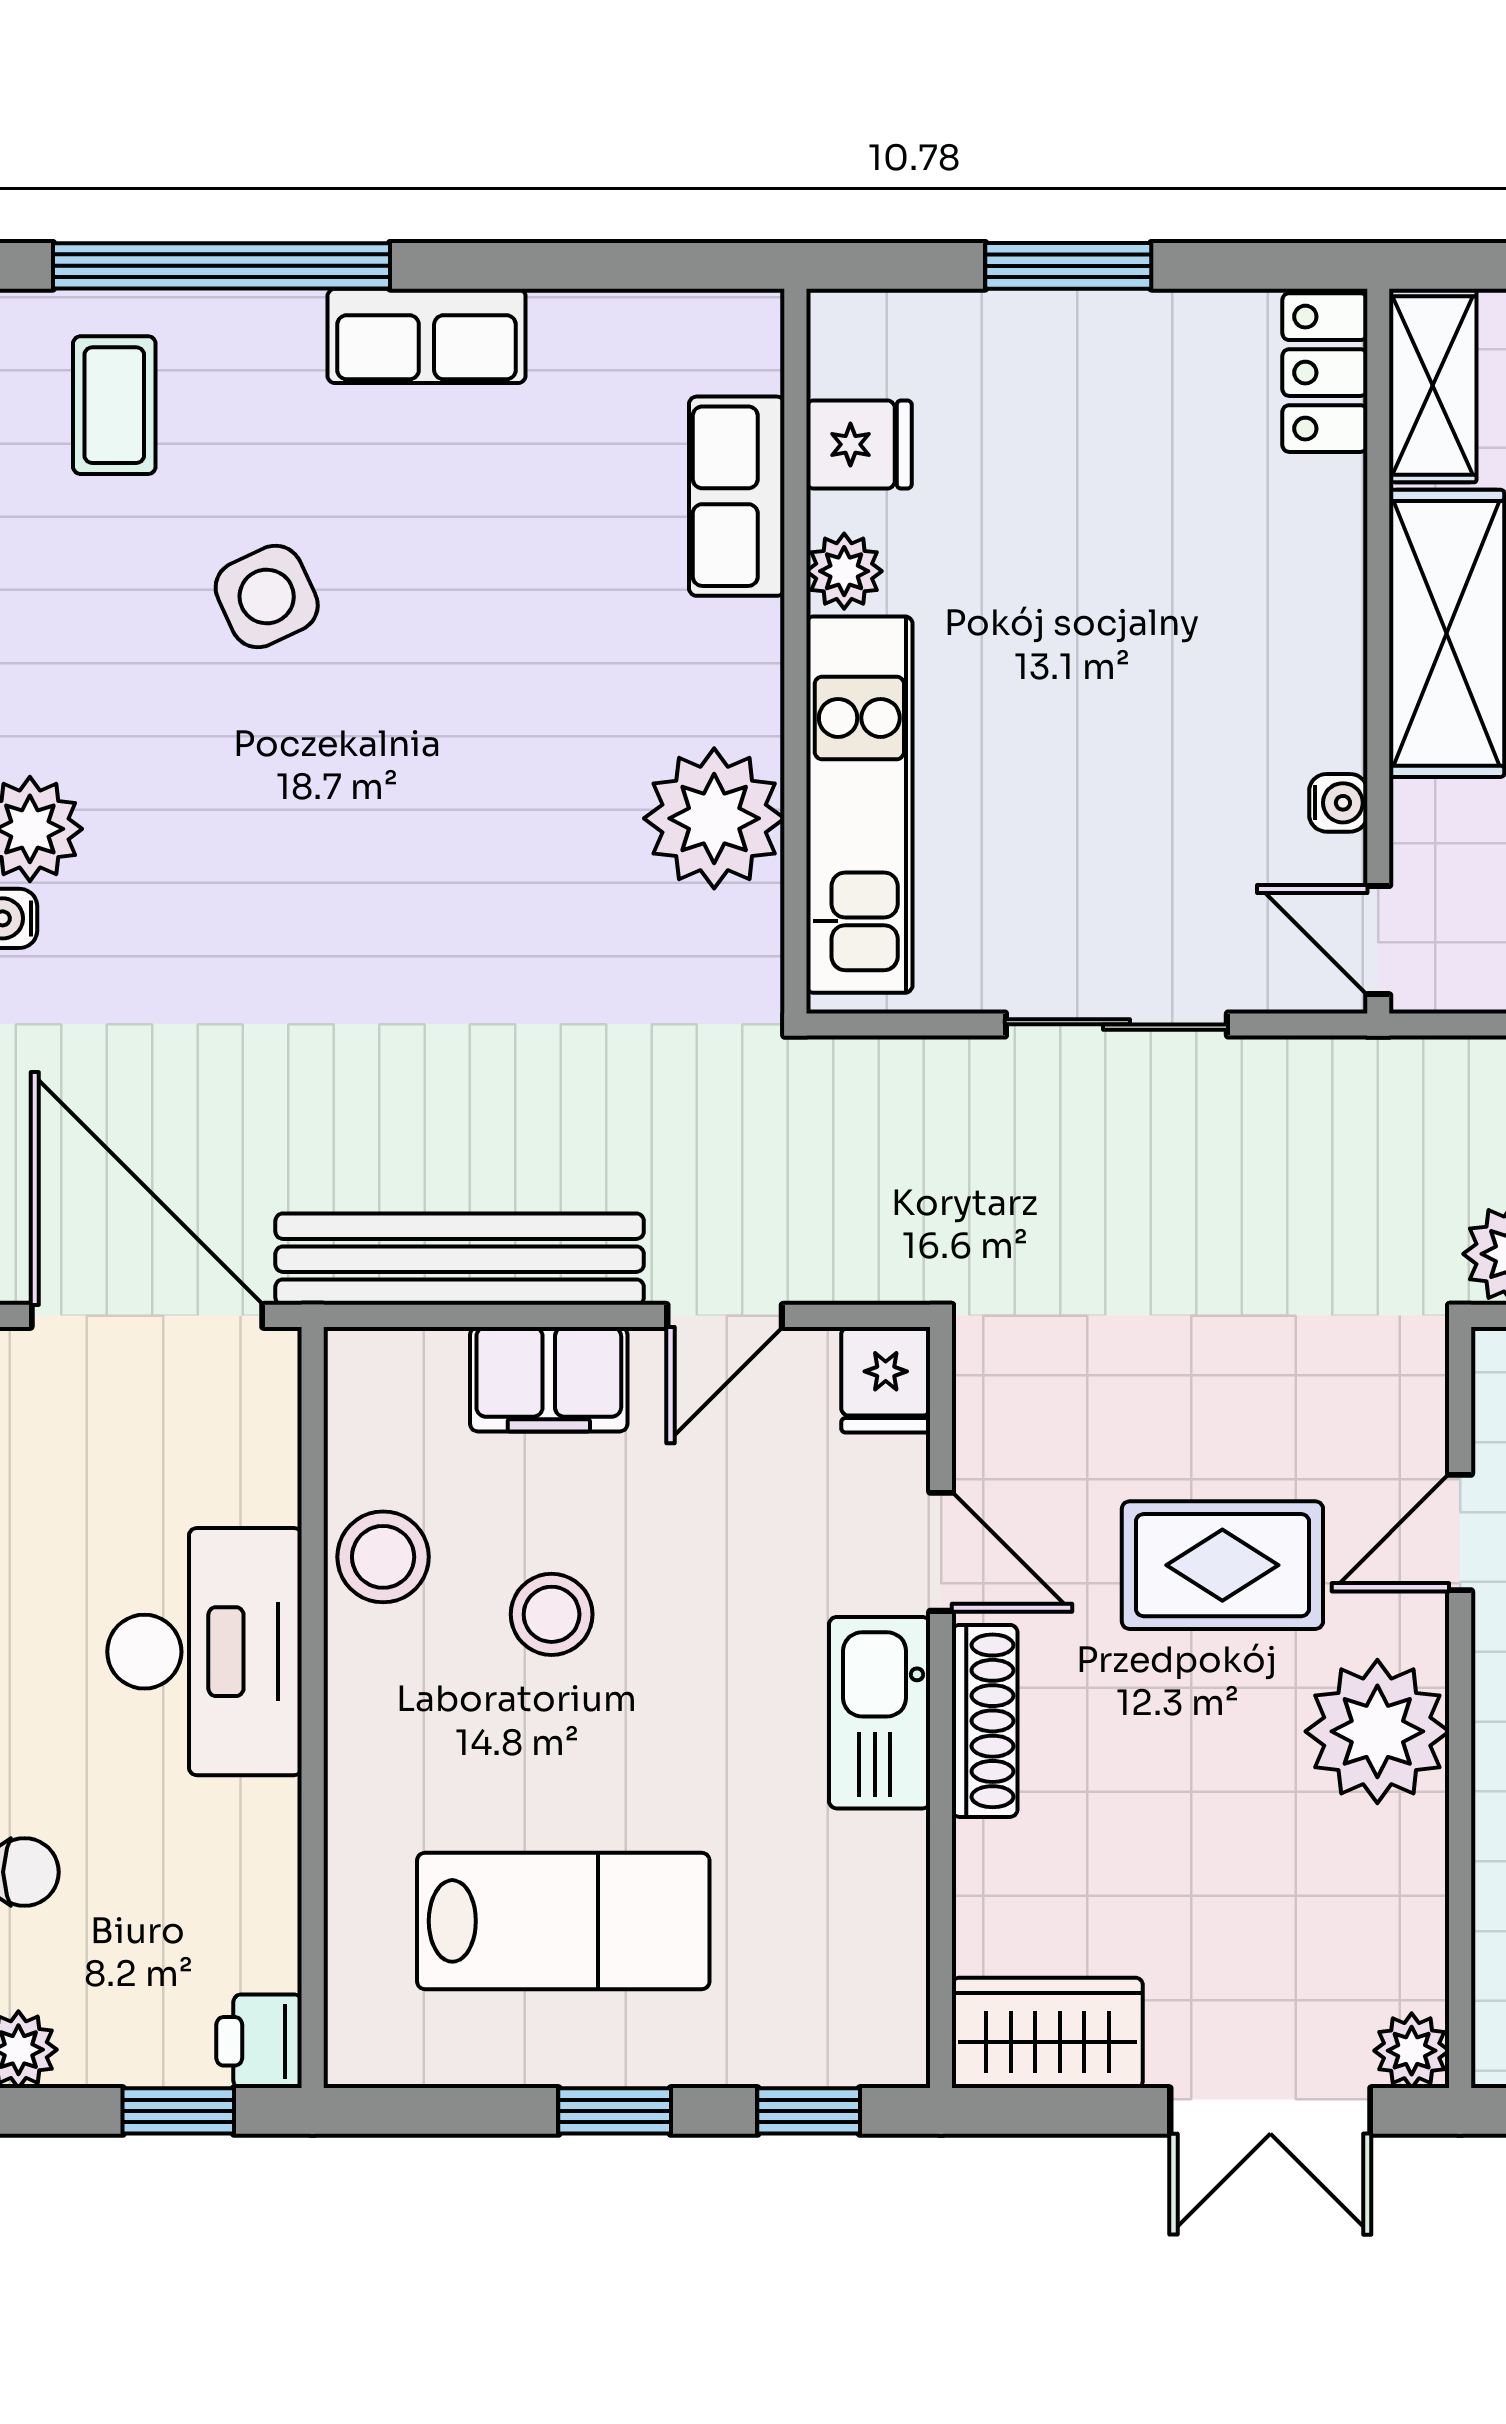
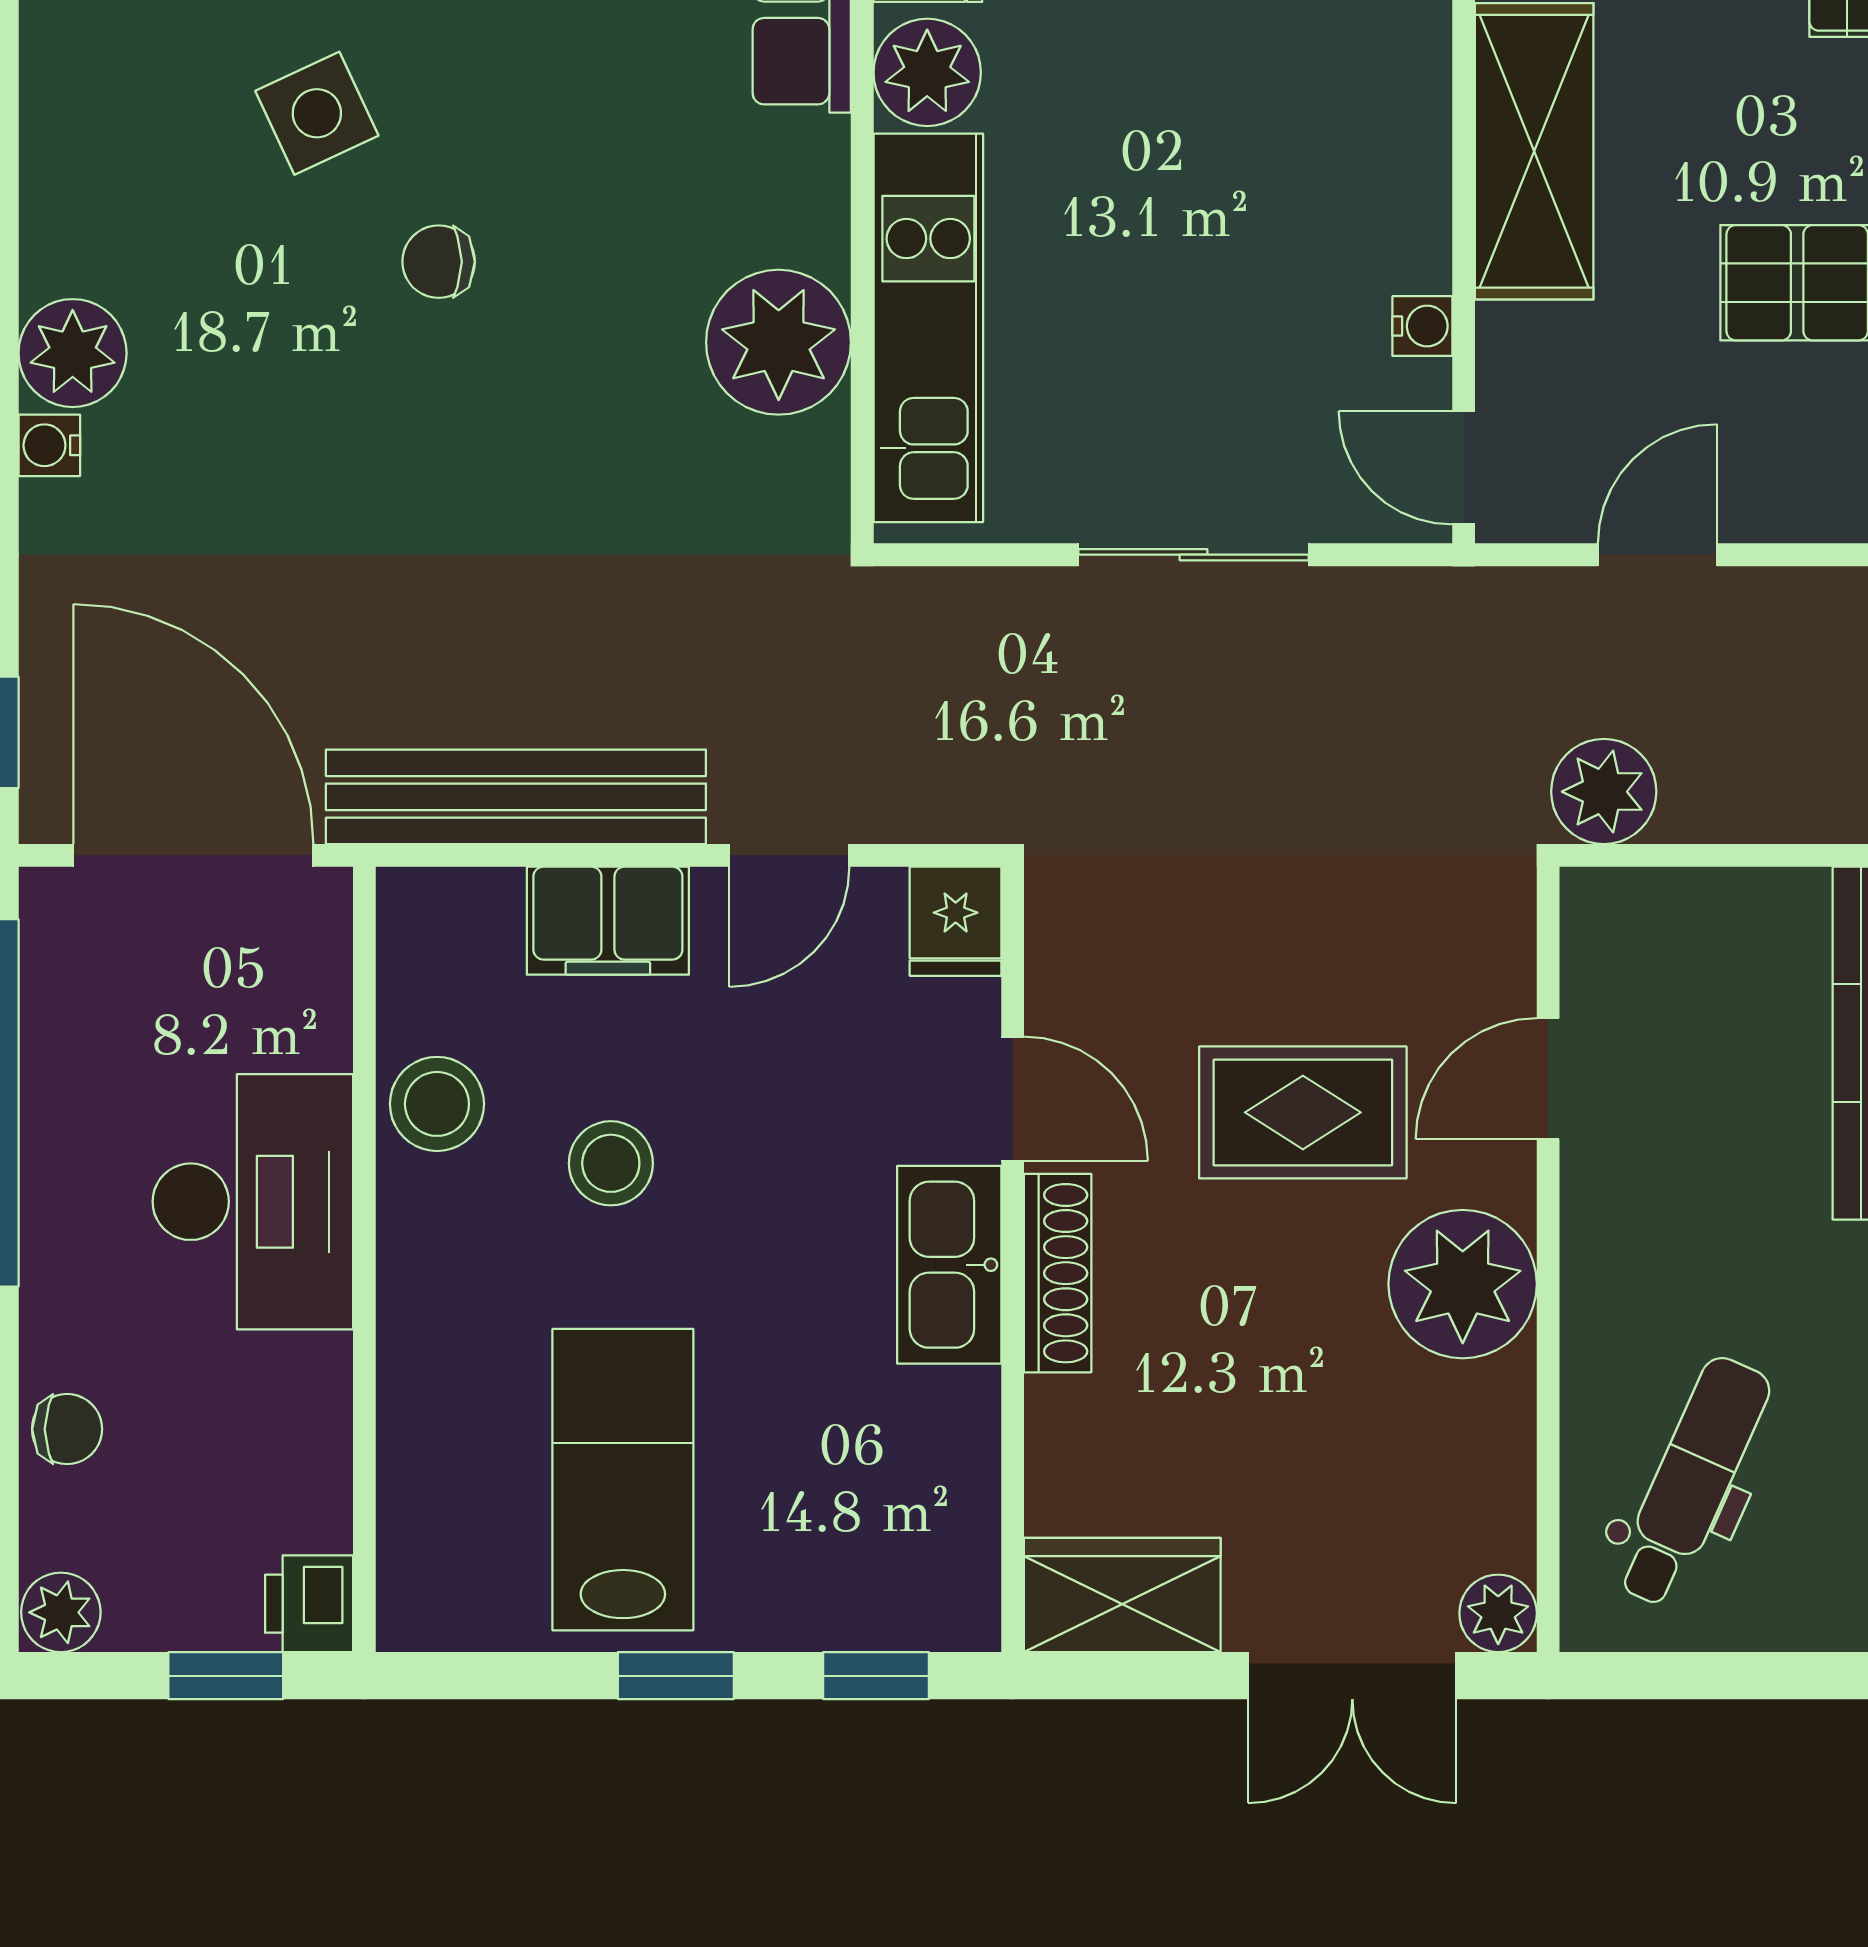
plant: (844, 571) -> (927, 72), width x1.38, depth x1.38
chair: (385, 740) -> (439, 262), added
lab bench: (563, 1921) -> (623, 1480), turned -90

